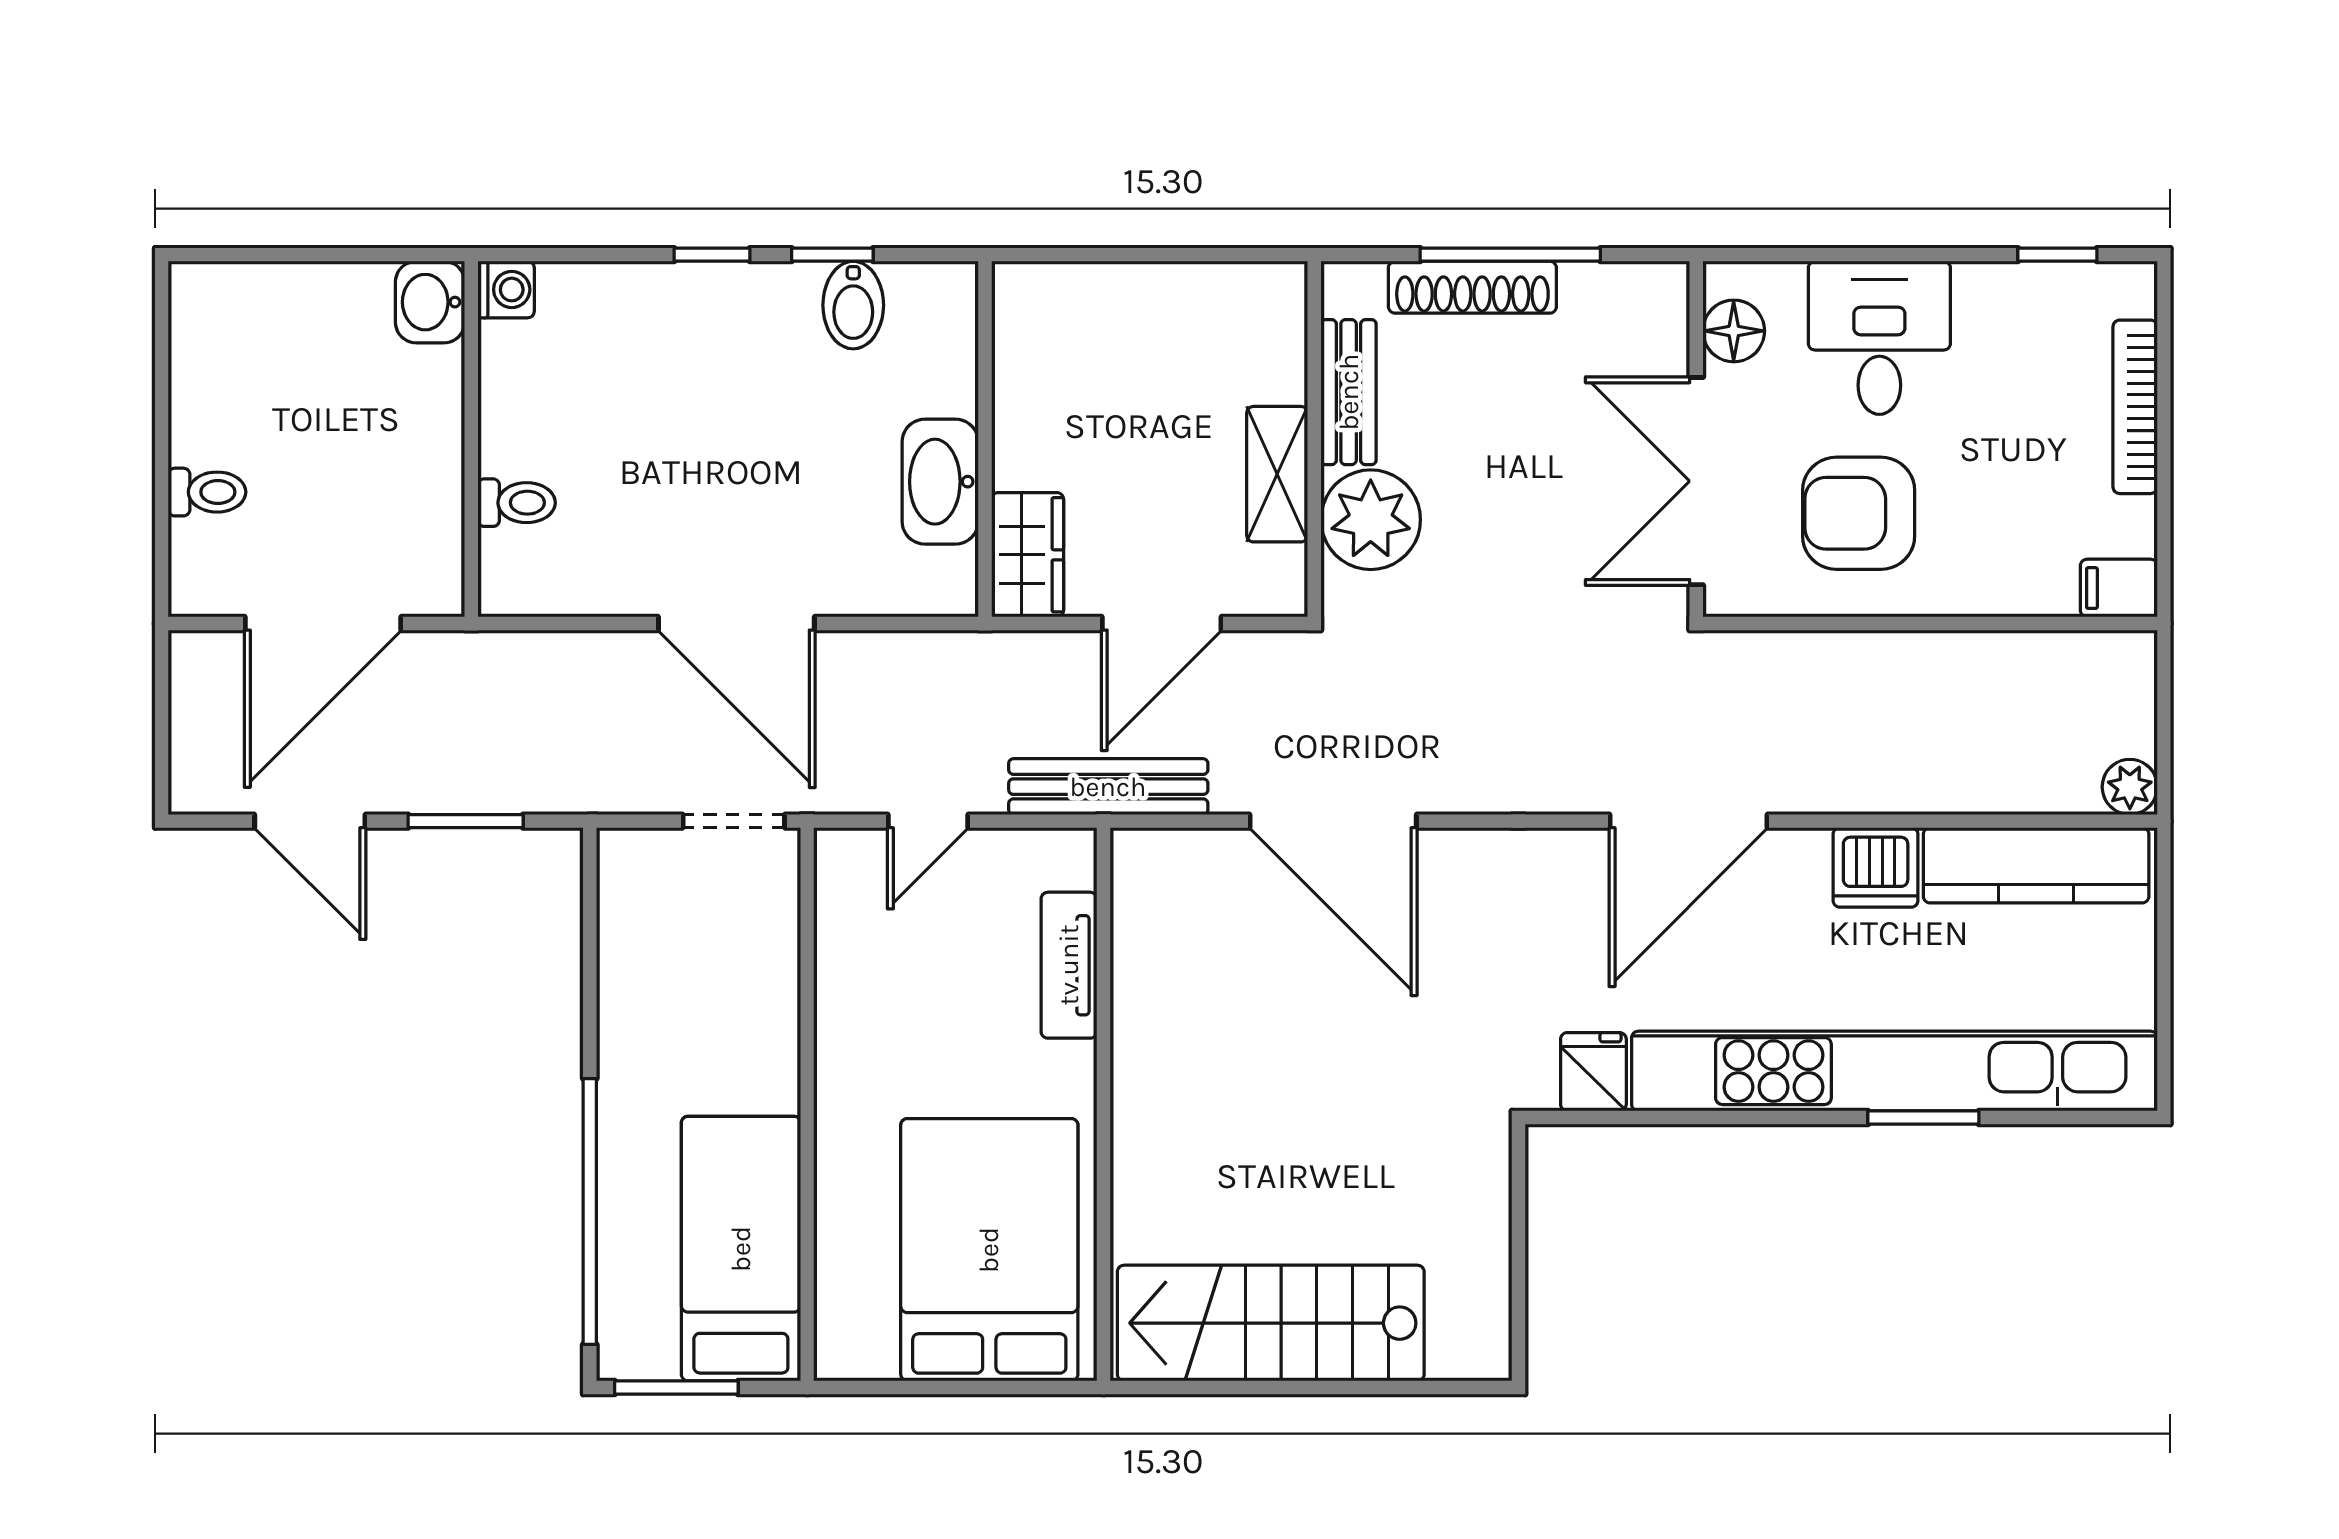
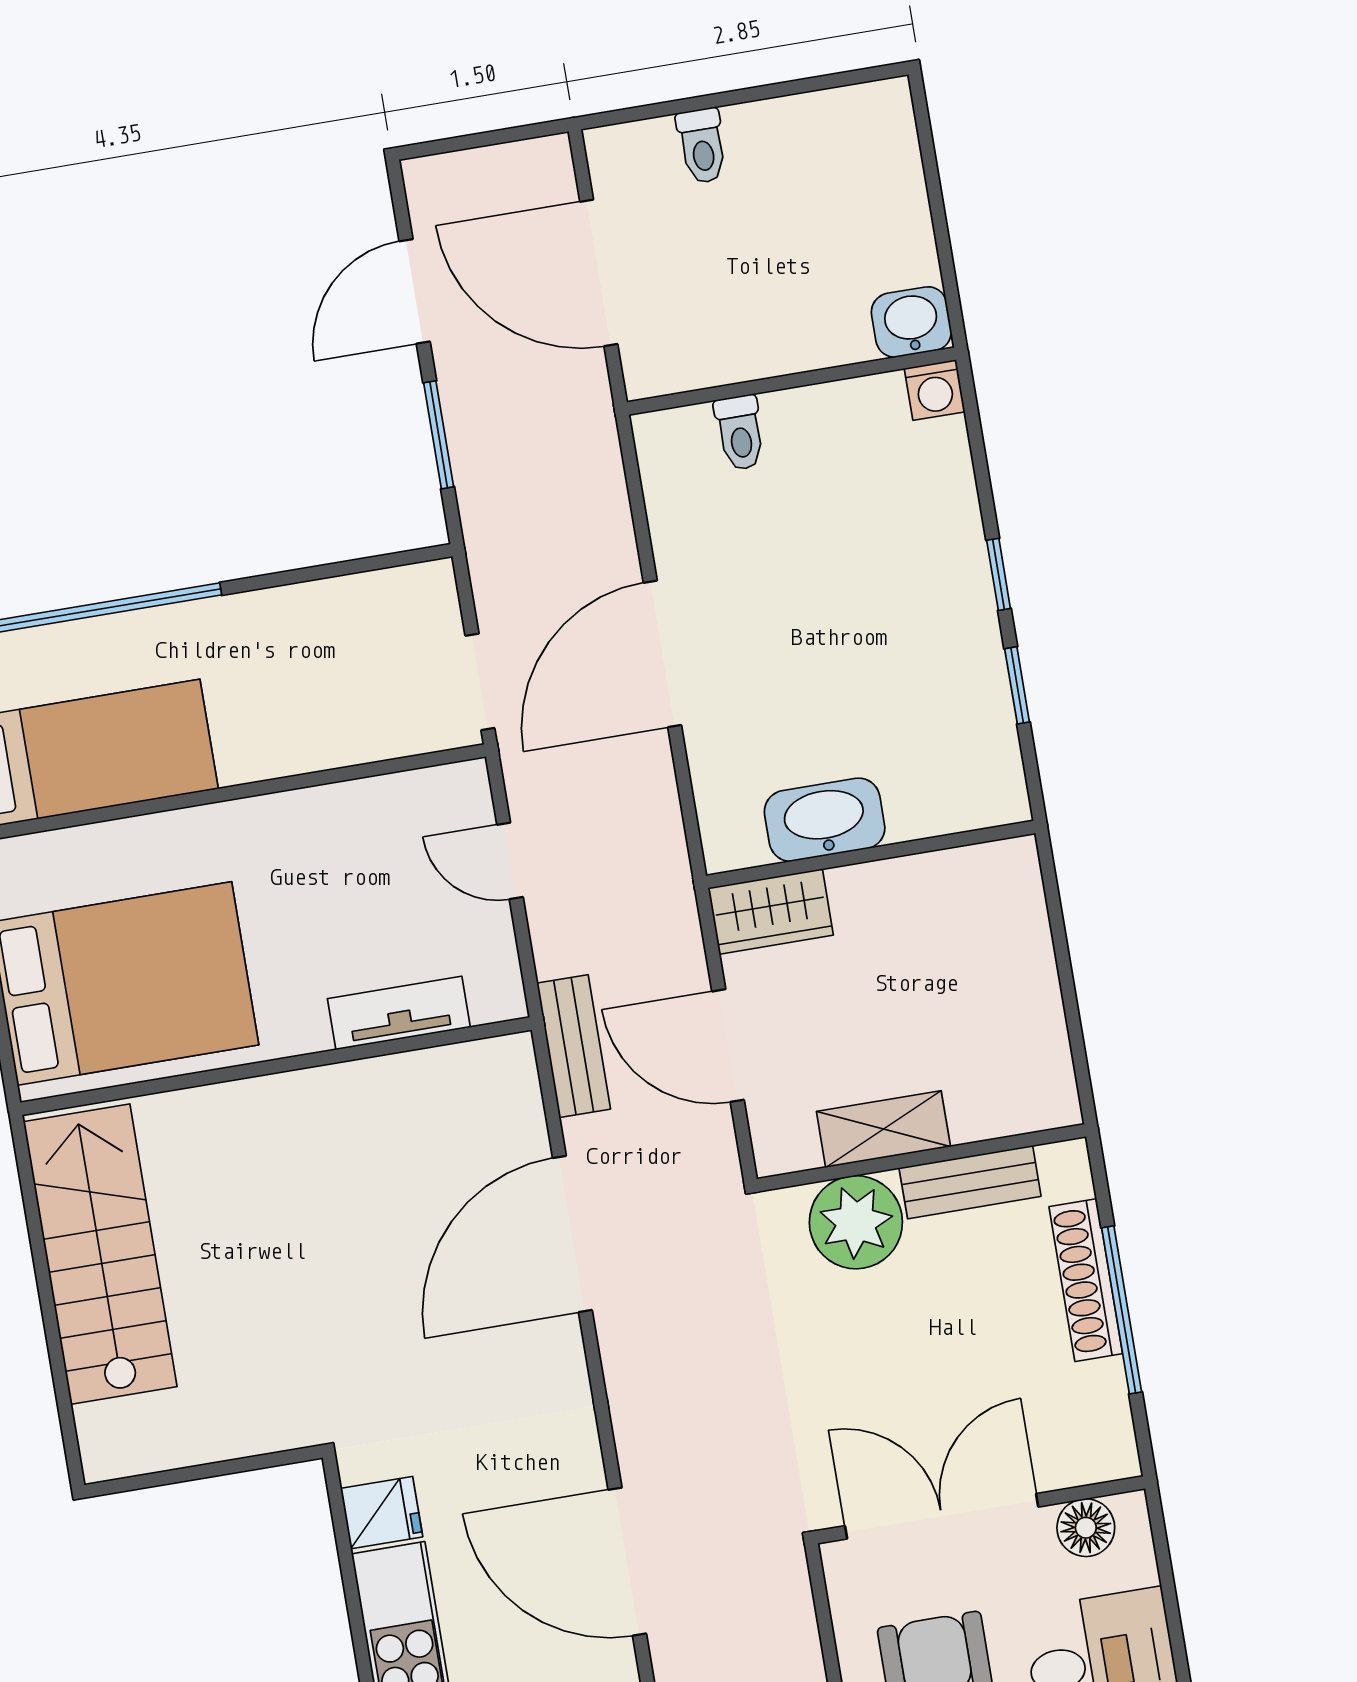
bidet: (853, 305) -> (974, 712), removed
bench: (1108, 787) -> (574, 1046), width x0.73

